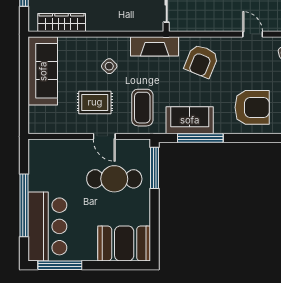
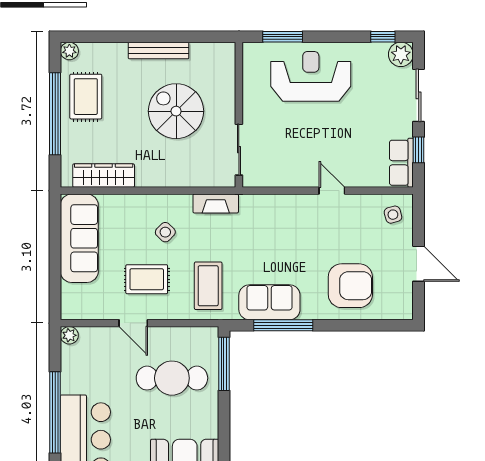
door: (253, 34) -> (332, 191), moved
fireplace: (155, 46) -> (216, 204), width x0.73, depth x0.76
armchair: (201, 61) -> (285, 226), removed
door: (104, 136) -> (133, 323), moved
plant: (35, 146) -> (69, 335), added

